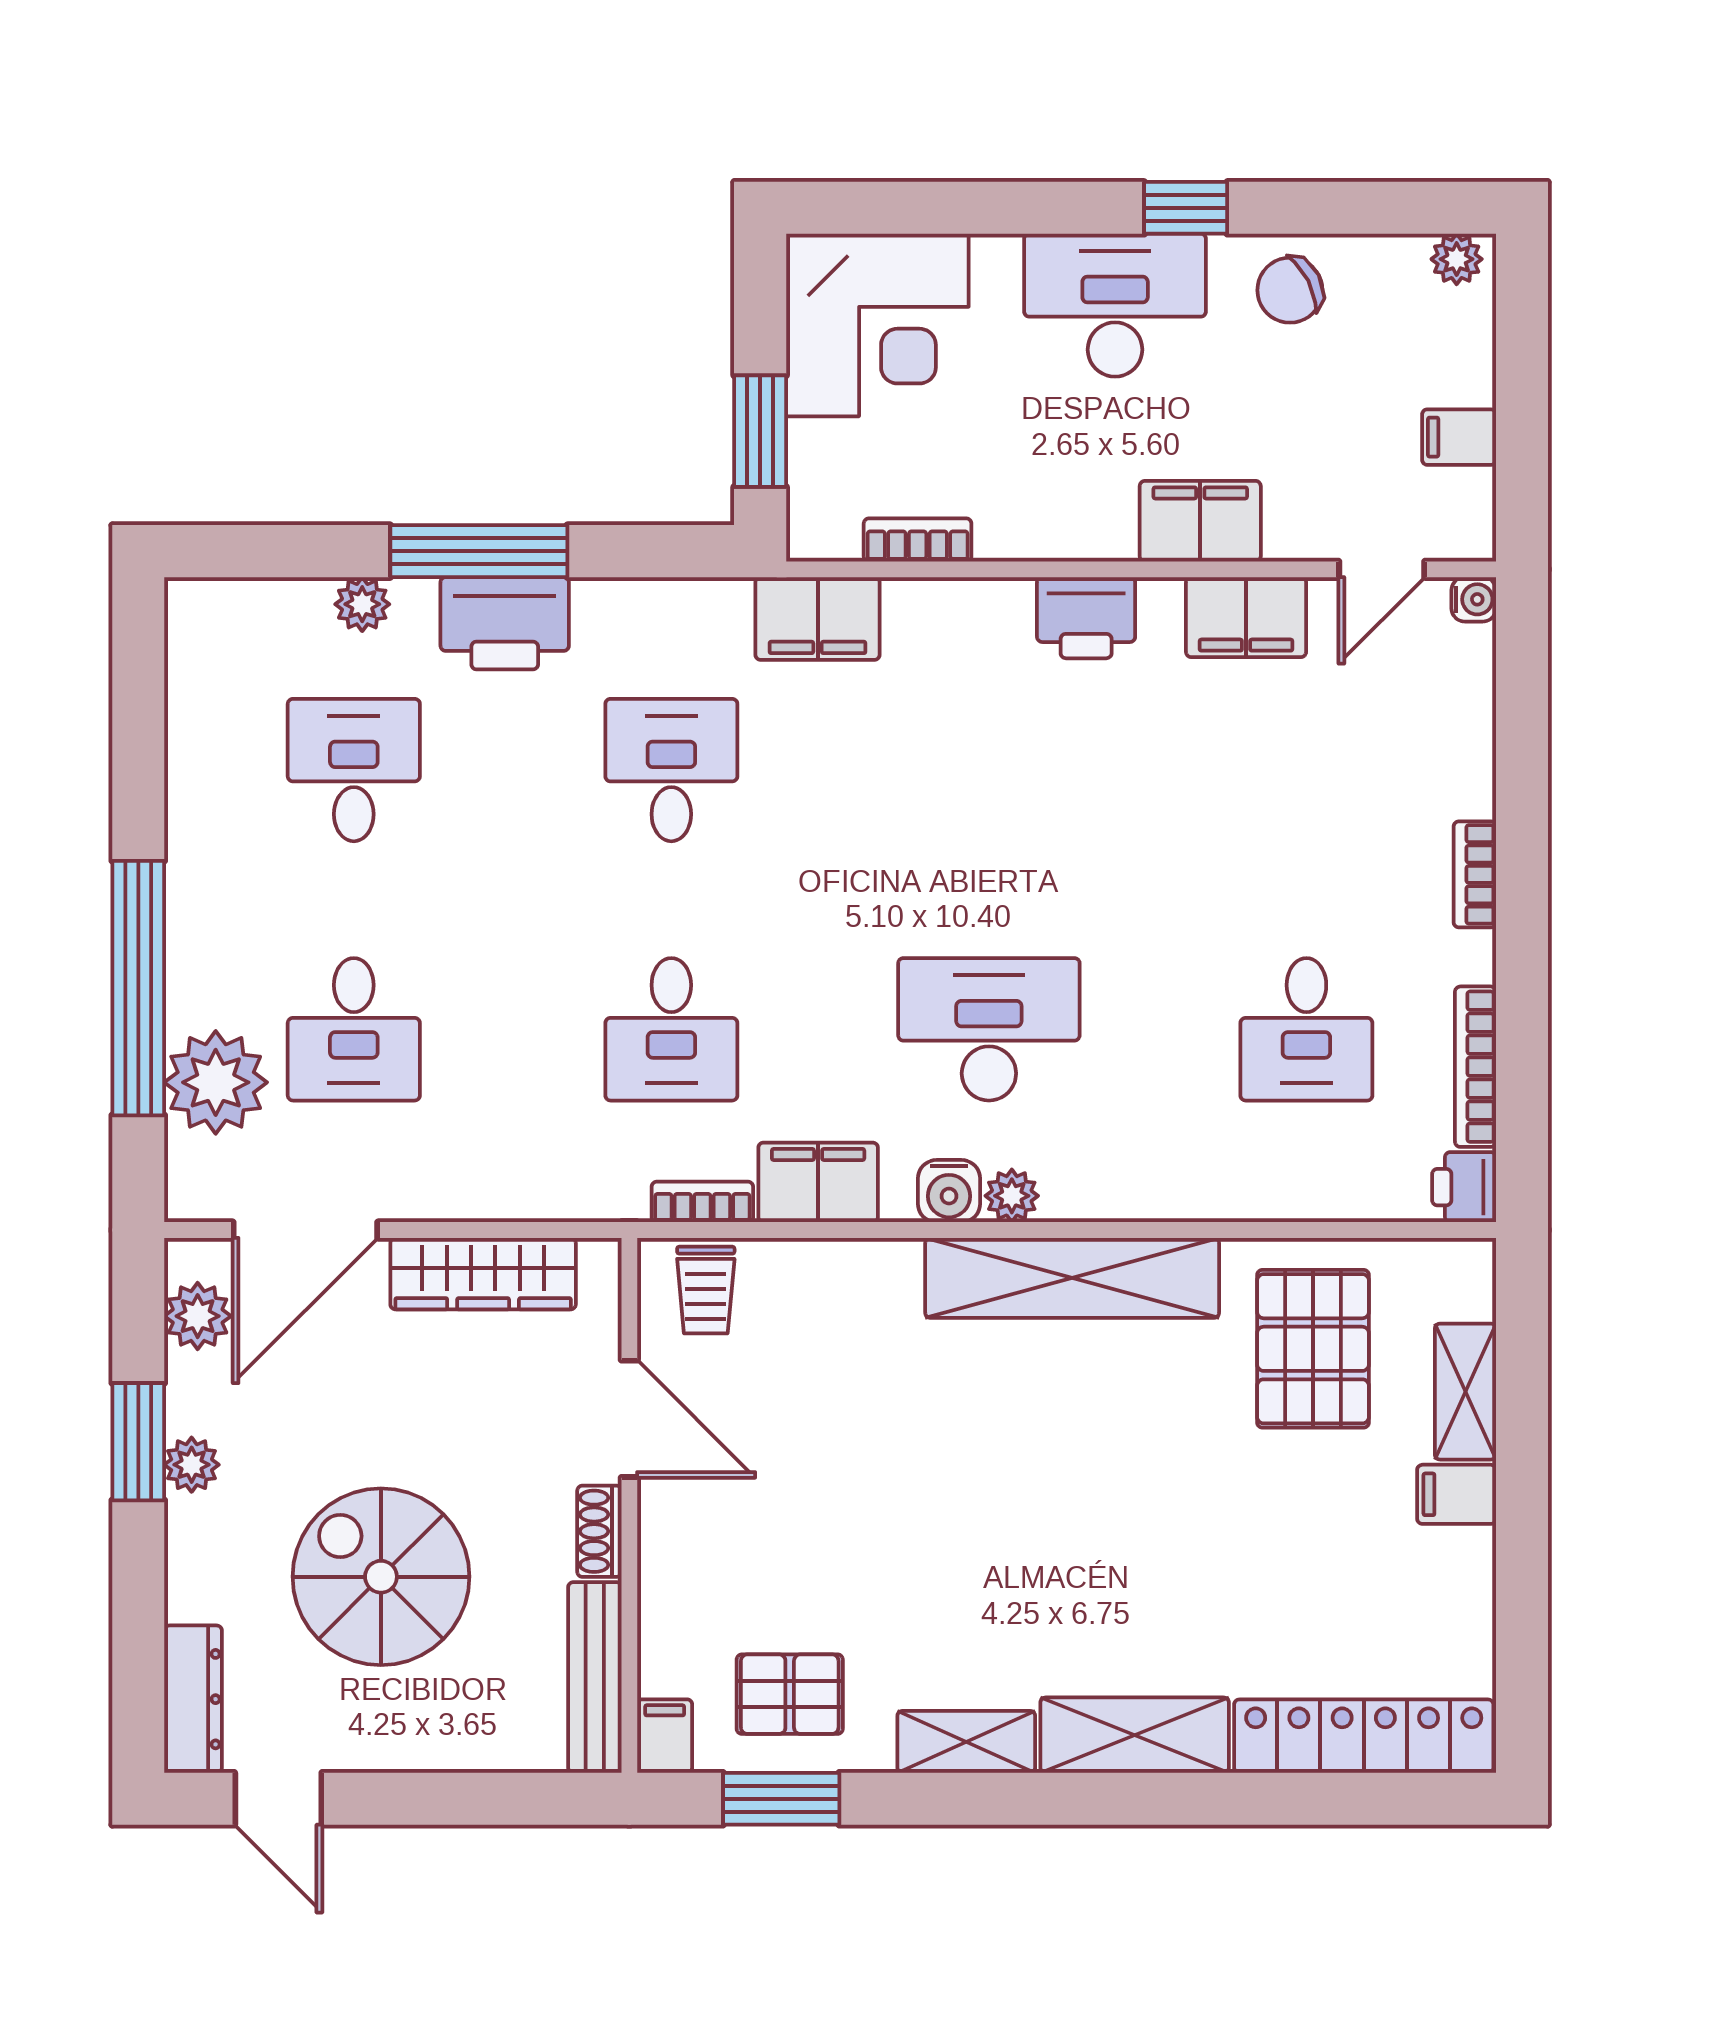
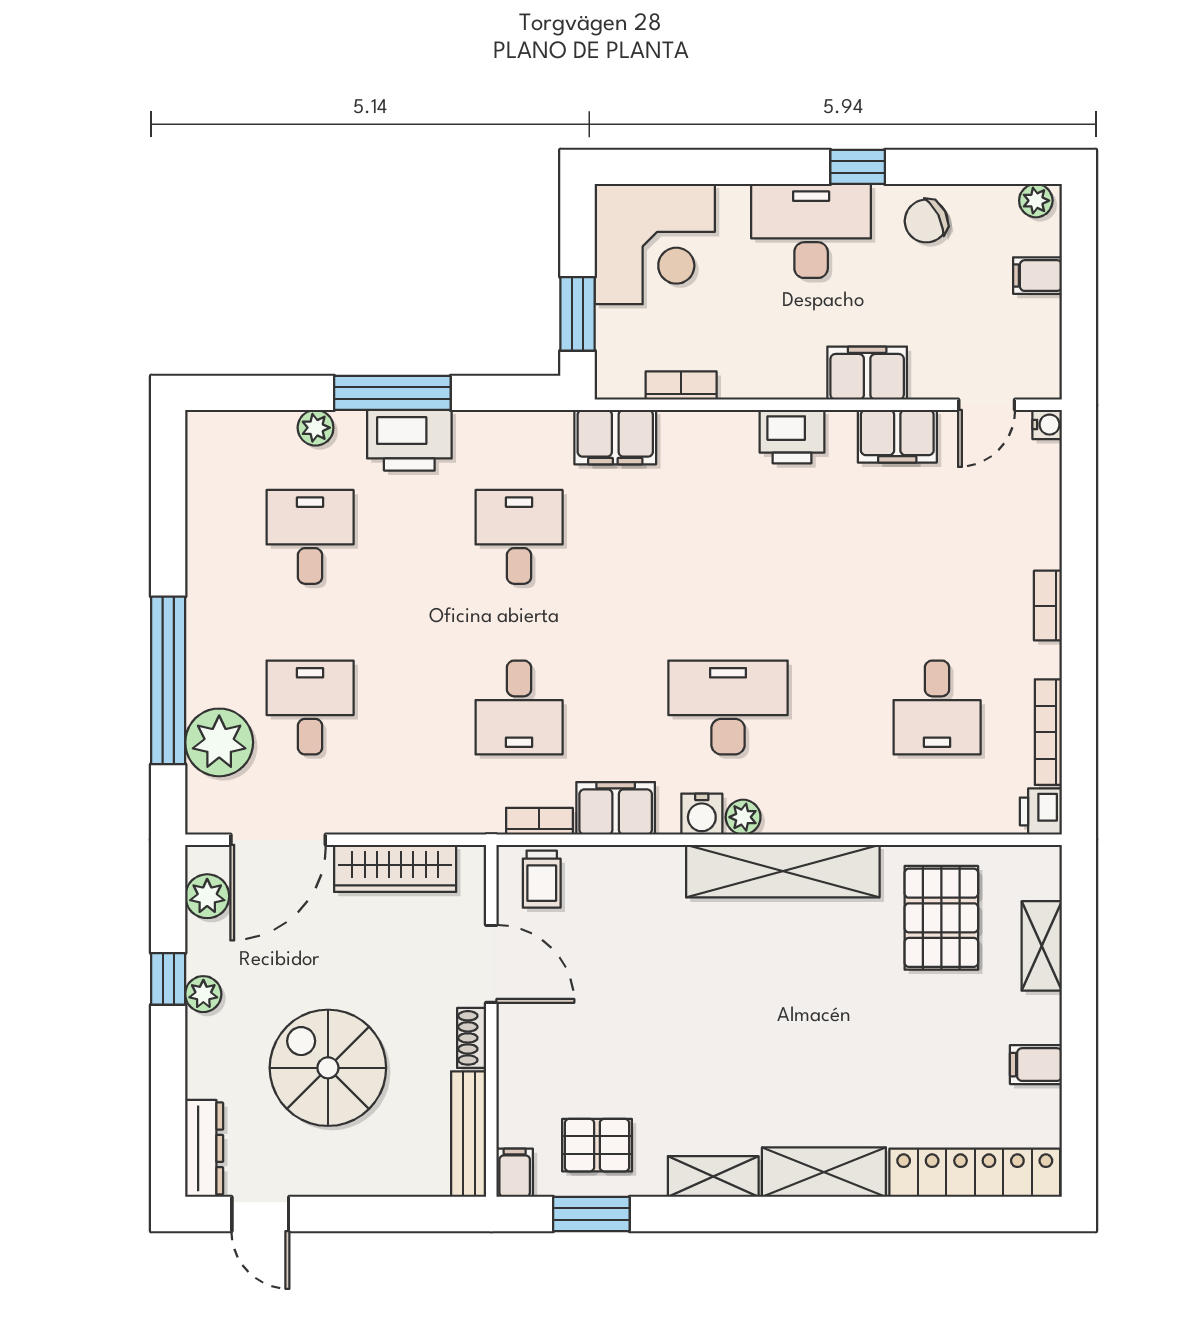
filing cabinet: (1459, 437) -> (1037, 276), moved
desk: (354, 1029) -> (310, 708), turned 180
window: (138, 1442) -> (168, 979), width x0.67
filing cabinet: (1457, 1494) -> (1036, 1065), moved

